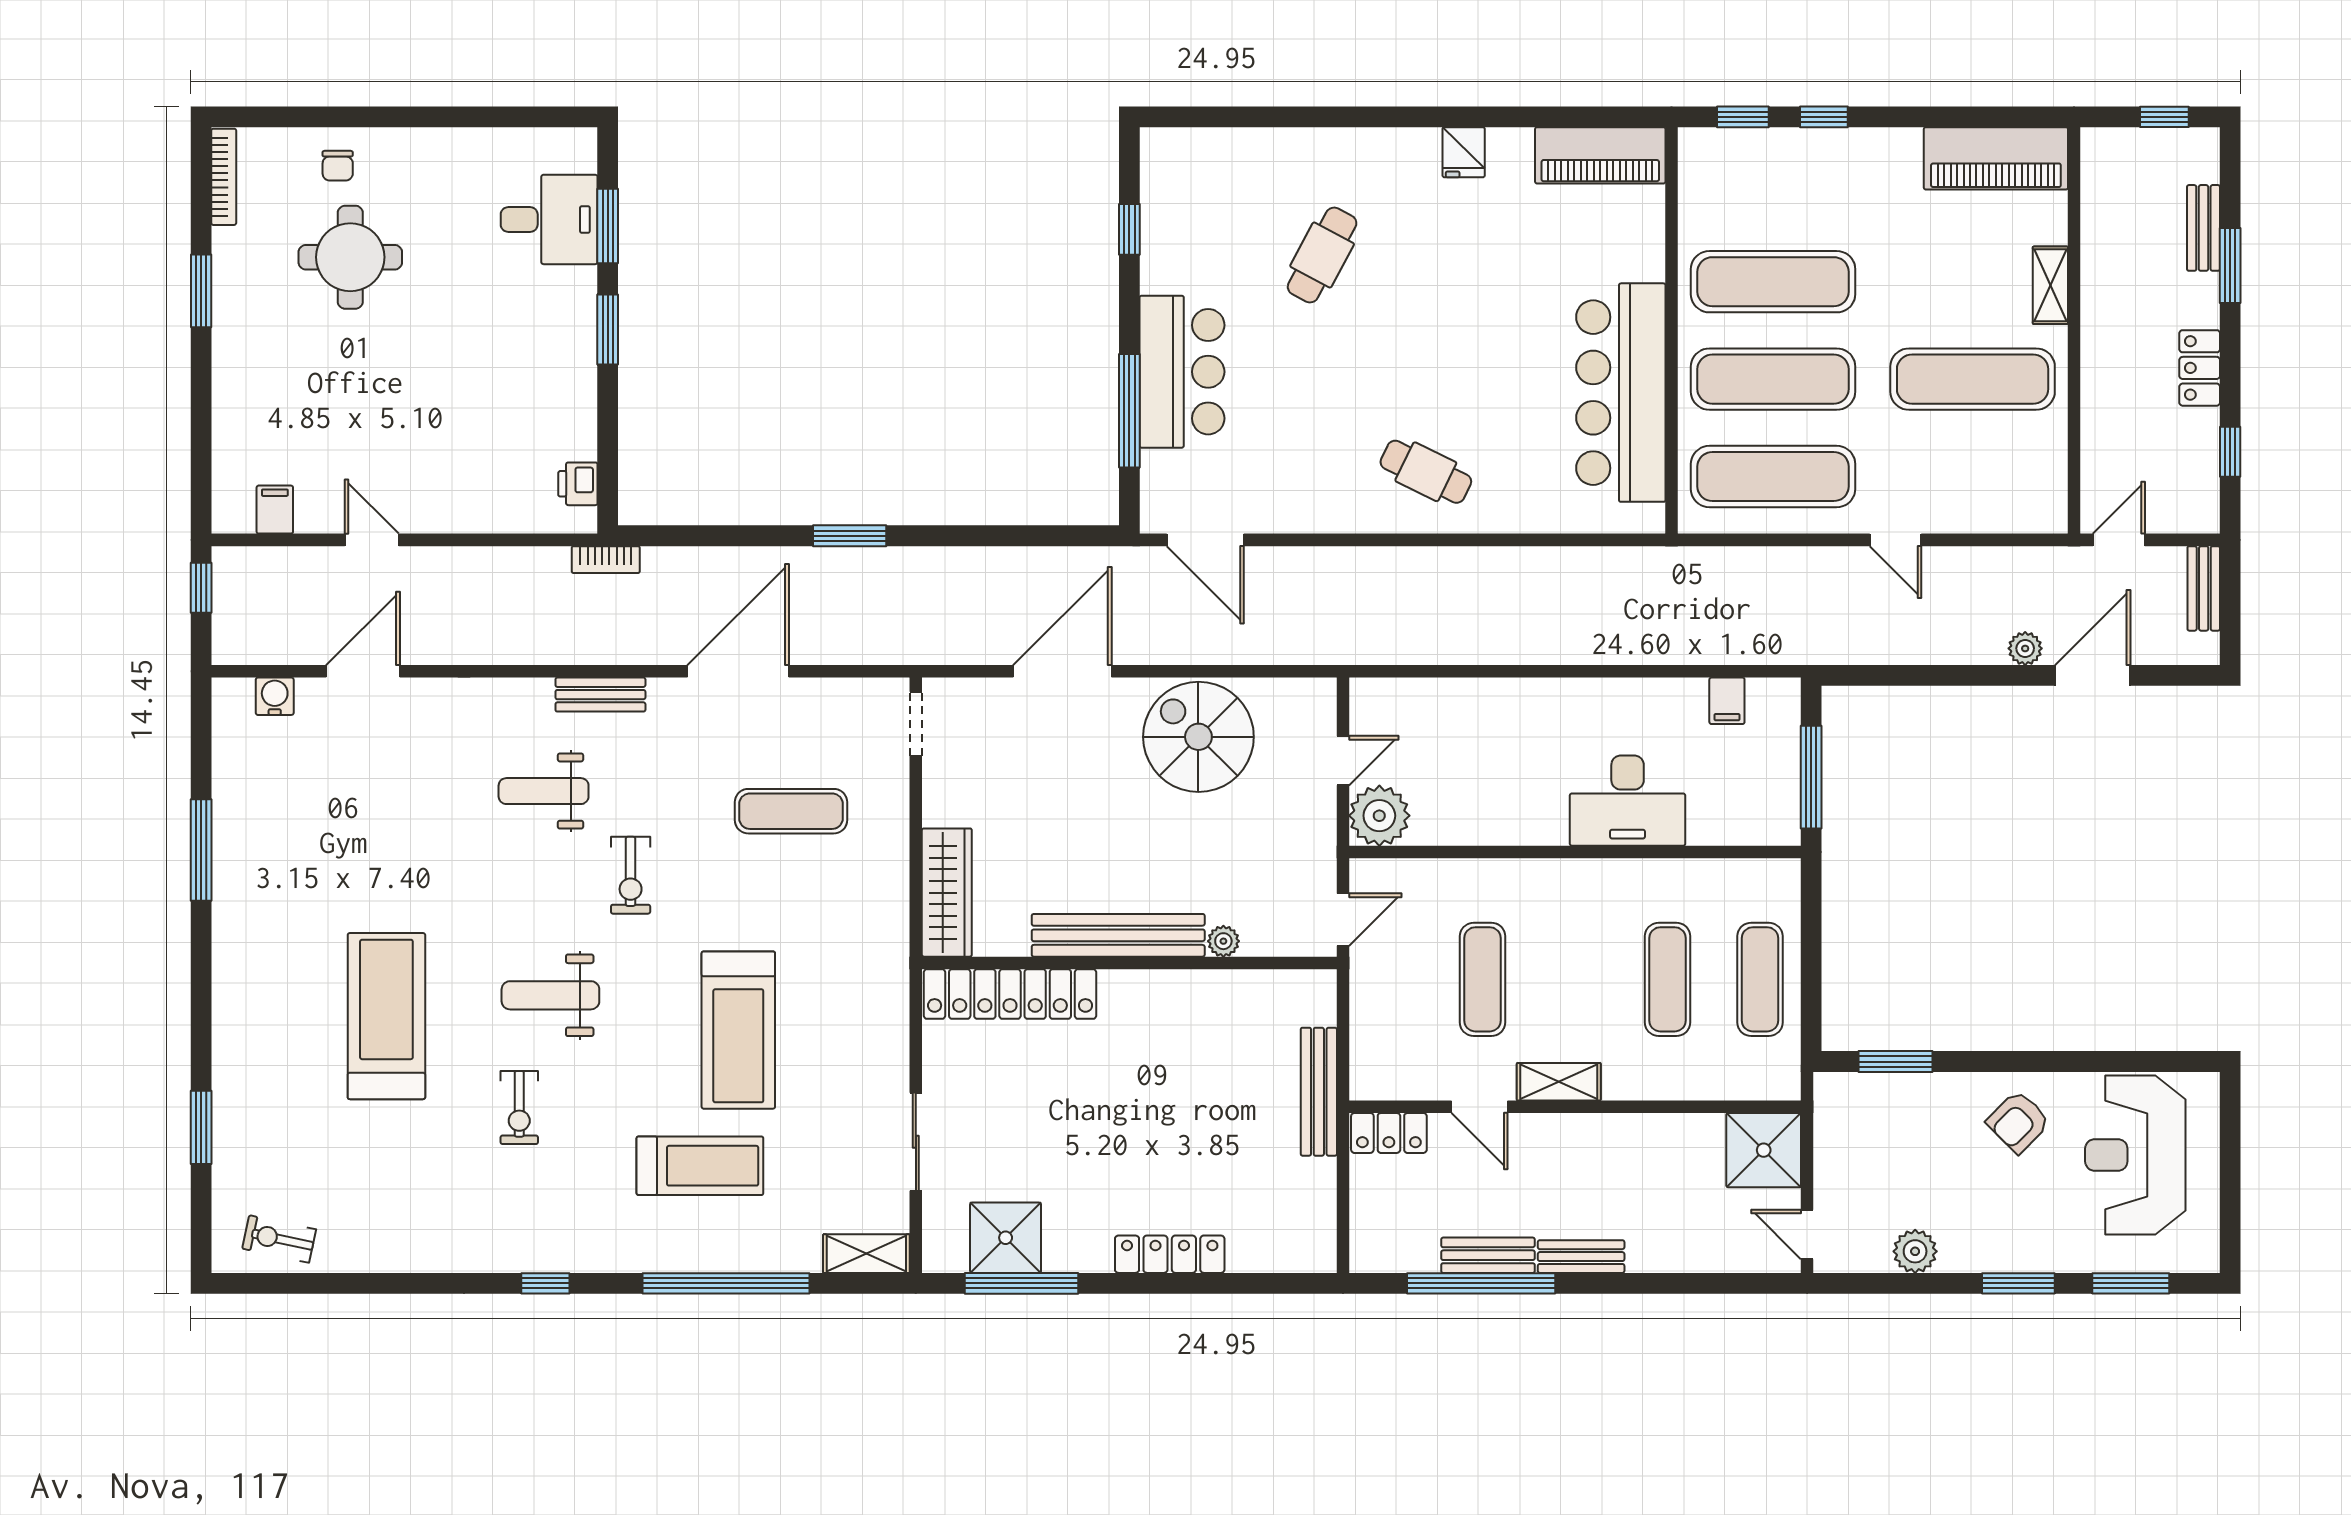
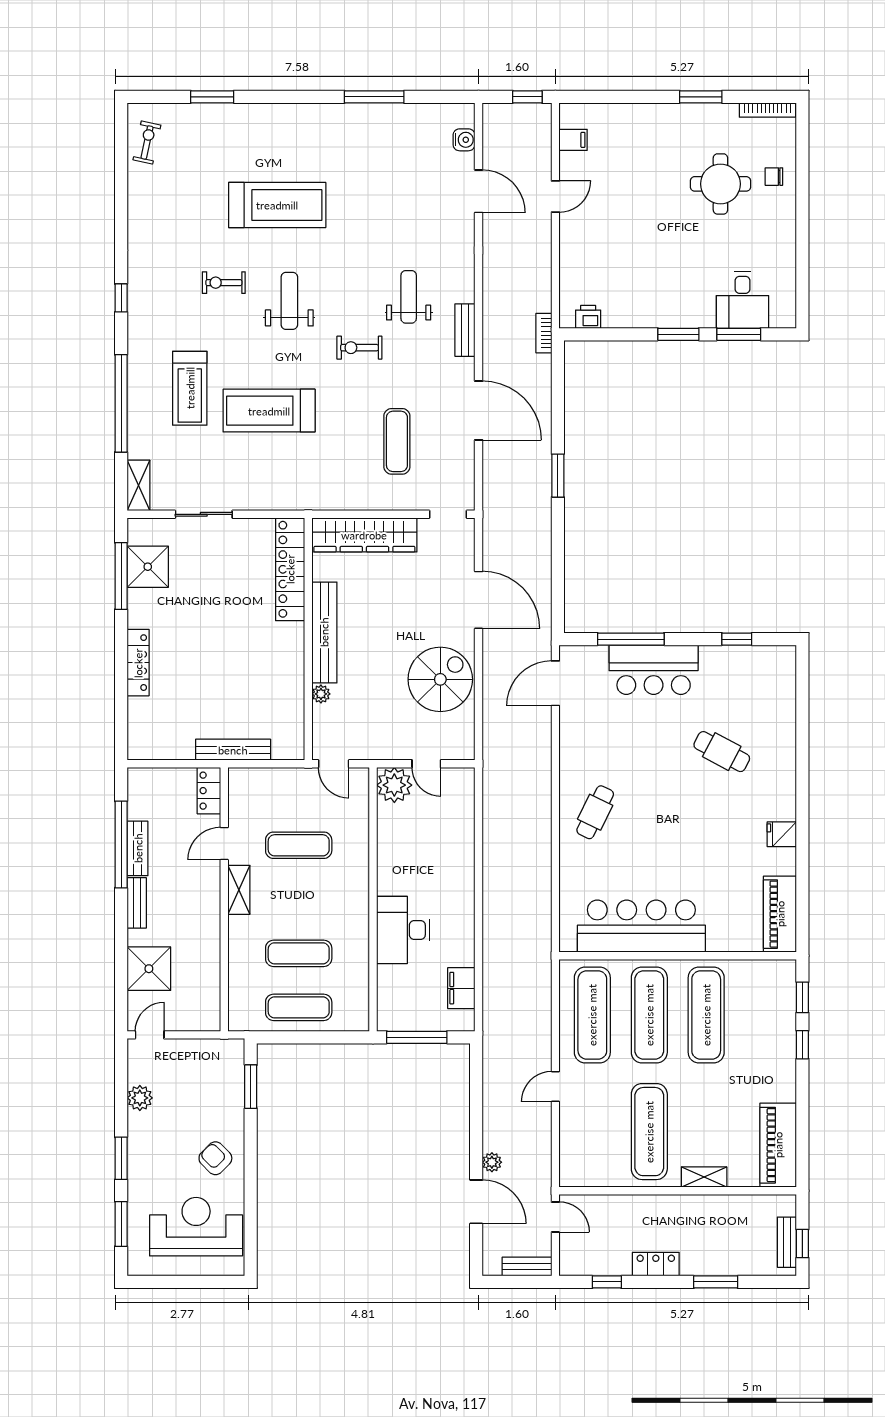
bench: (2203, 228) -> (787, 1242), moved, turned 90
filing cabinet: (1727, 701) -> (461, 988), width x2.00
wardrobe: (947, 893) -> (364, 535), width x1.40, depth x1.17
shower: (1764, 1150) -> (149, 969), moved

